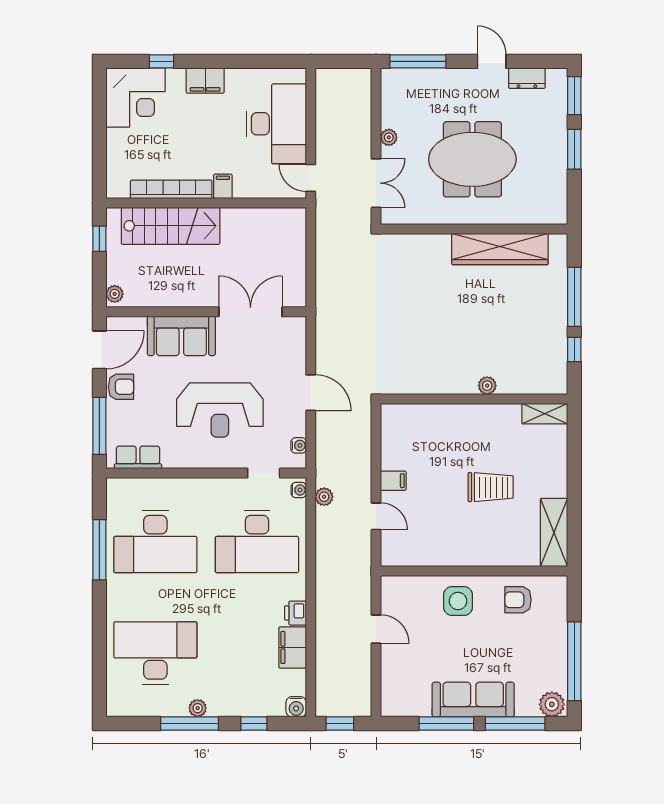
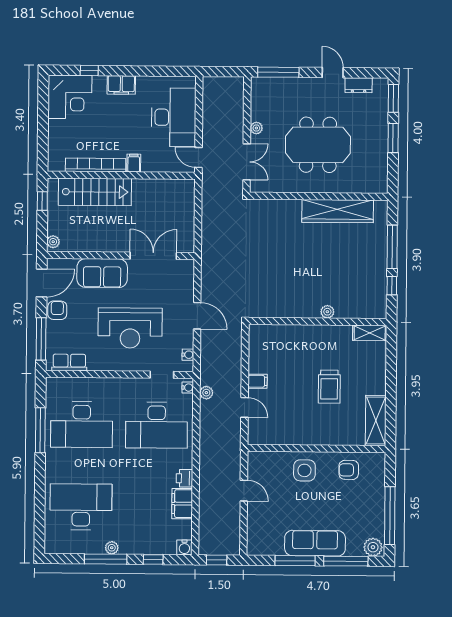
armchair: (121, 387) -> (57, 310), turned -90
trolley: (491, 487) -> (329, 387), turned 90

